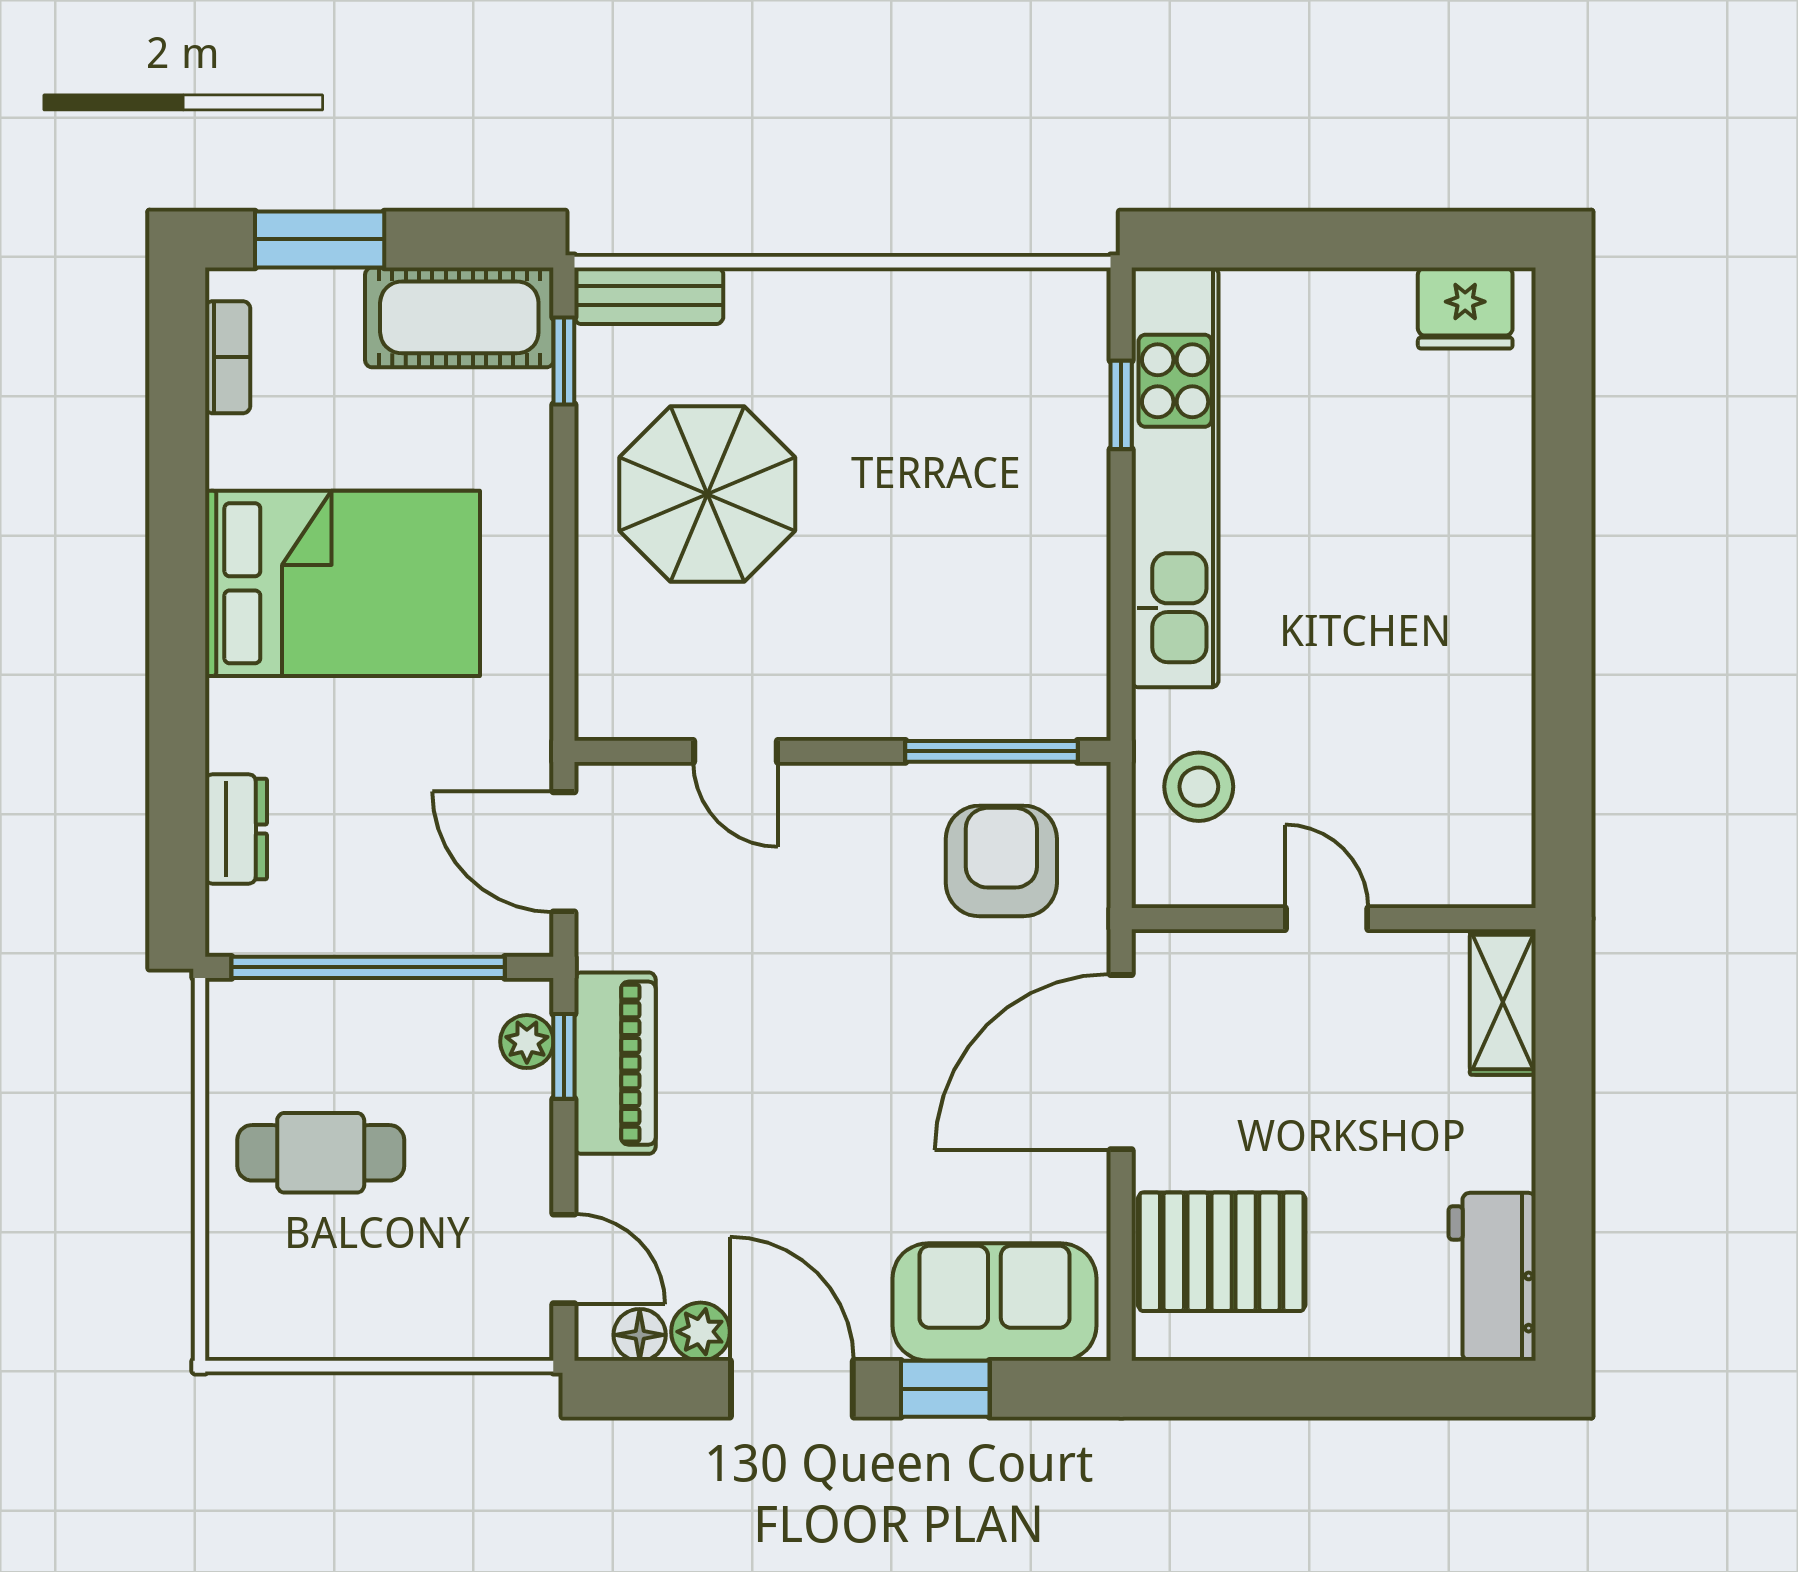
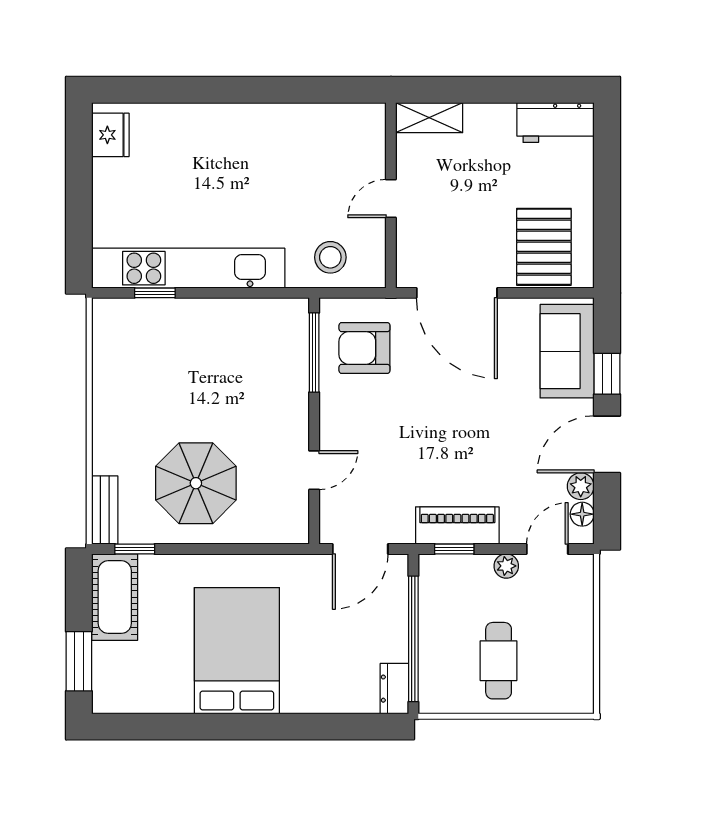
bookcase: (228, 357) -> (133, 703), removed
dresser: (236, 829) -> (394, 689), moved, turned -90
plant: (527, 1042) -> (506, 566), moved

